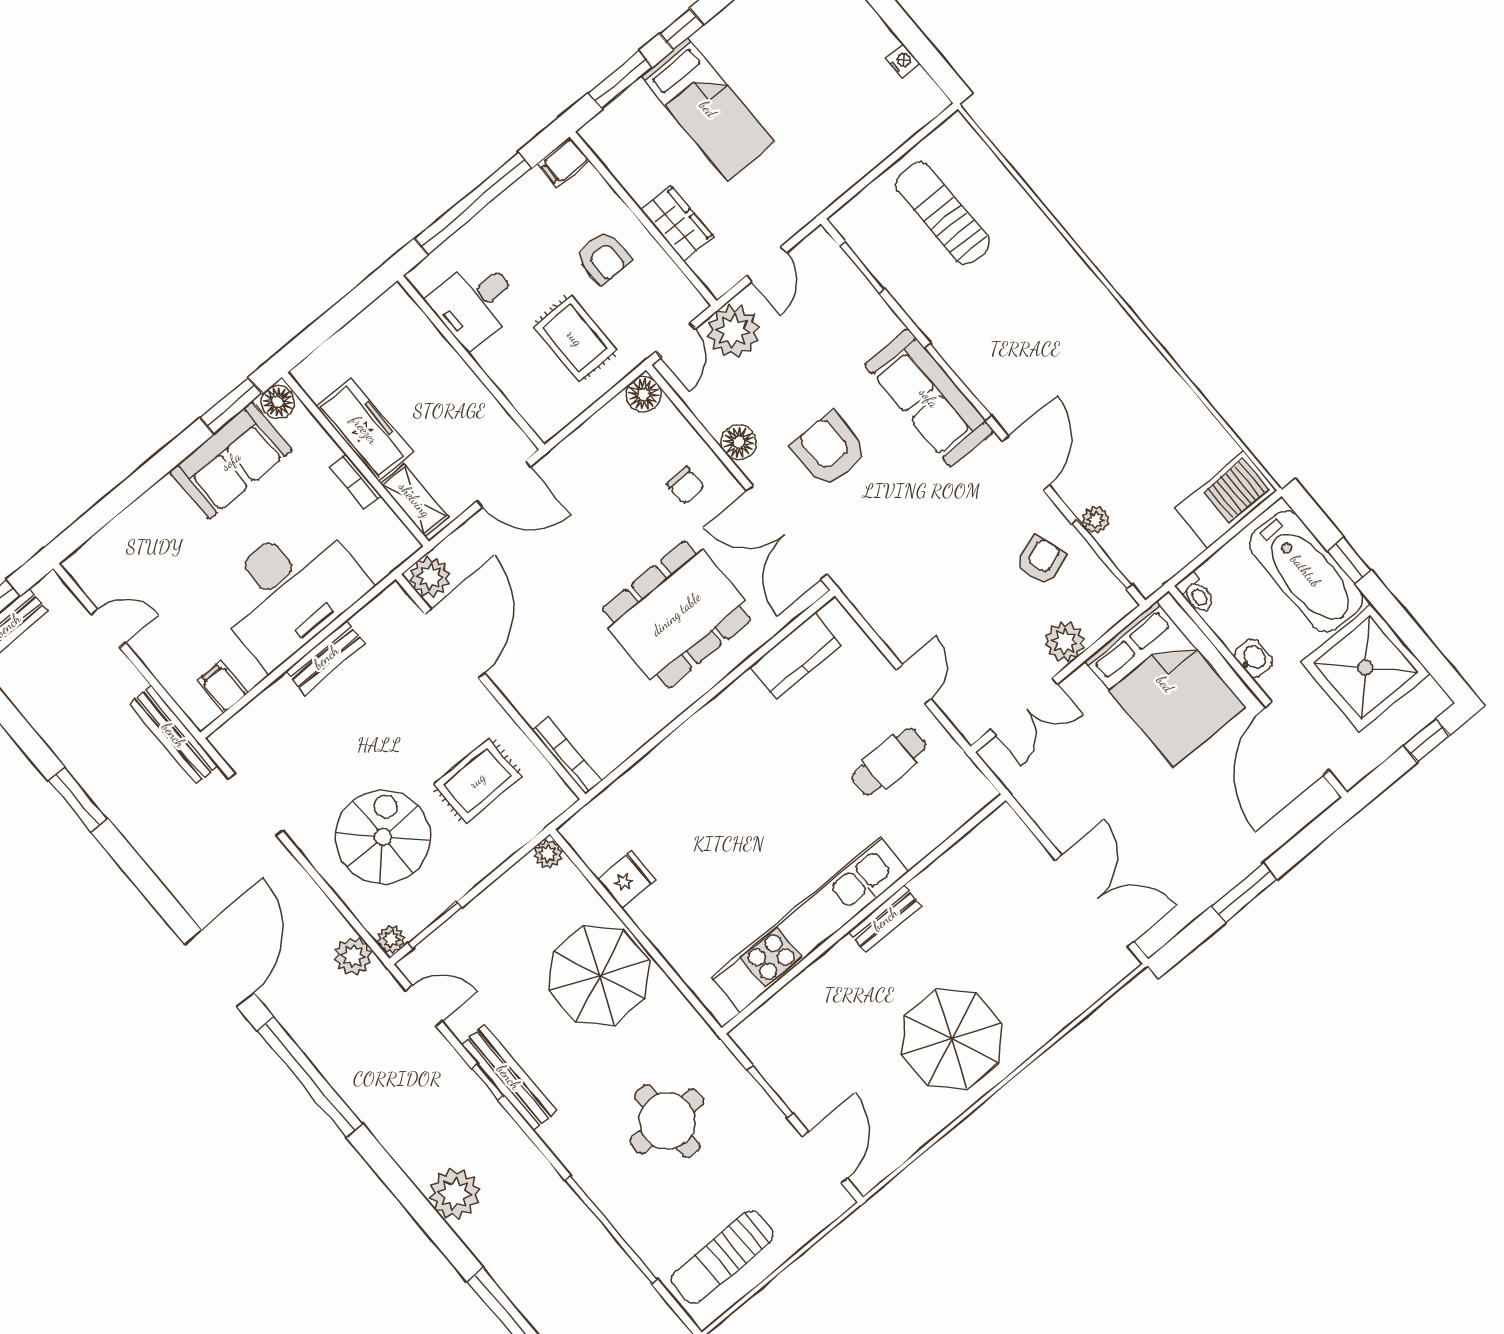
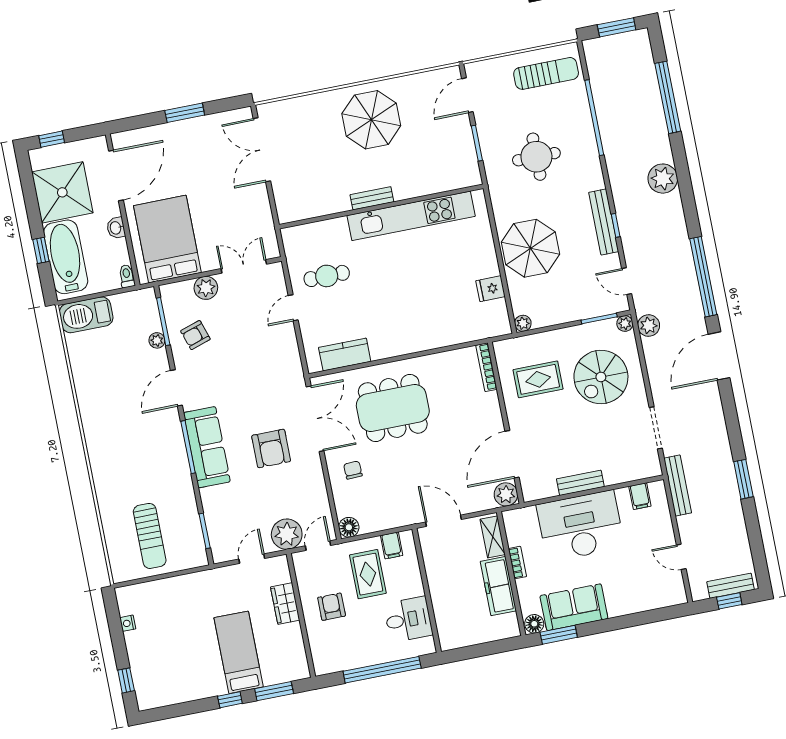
filing cabinet: (564, 162) -> (392, 545), moved, turned 90
floor lamp: (739, 442) -> (314, 477), removed

